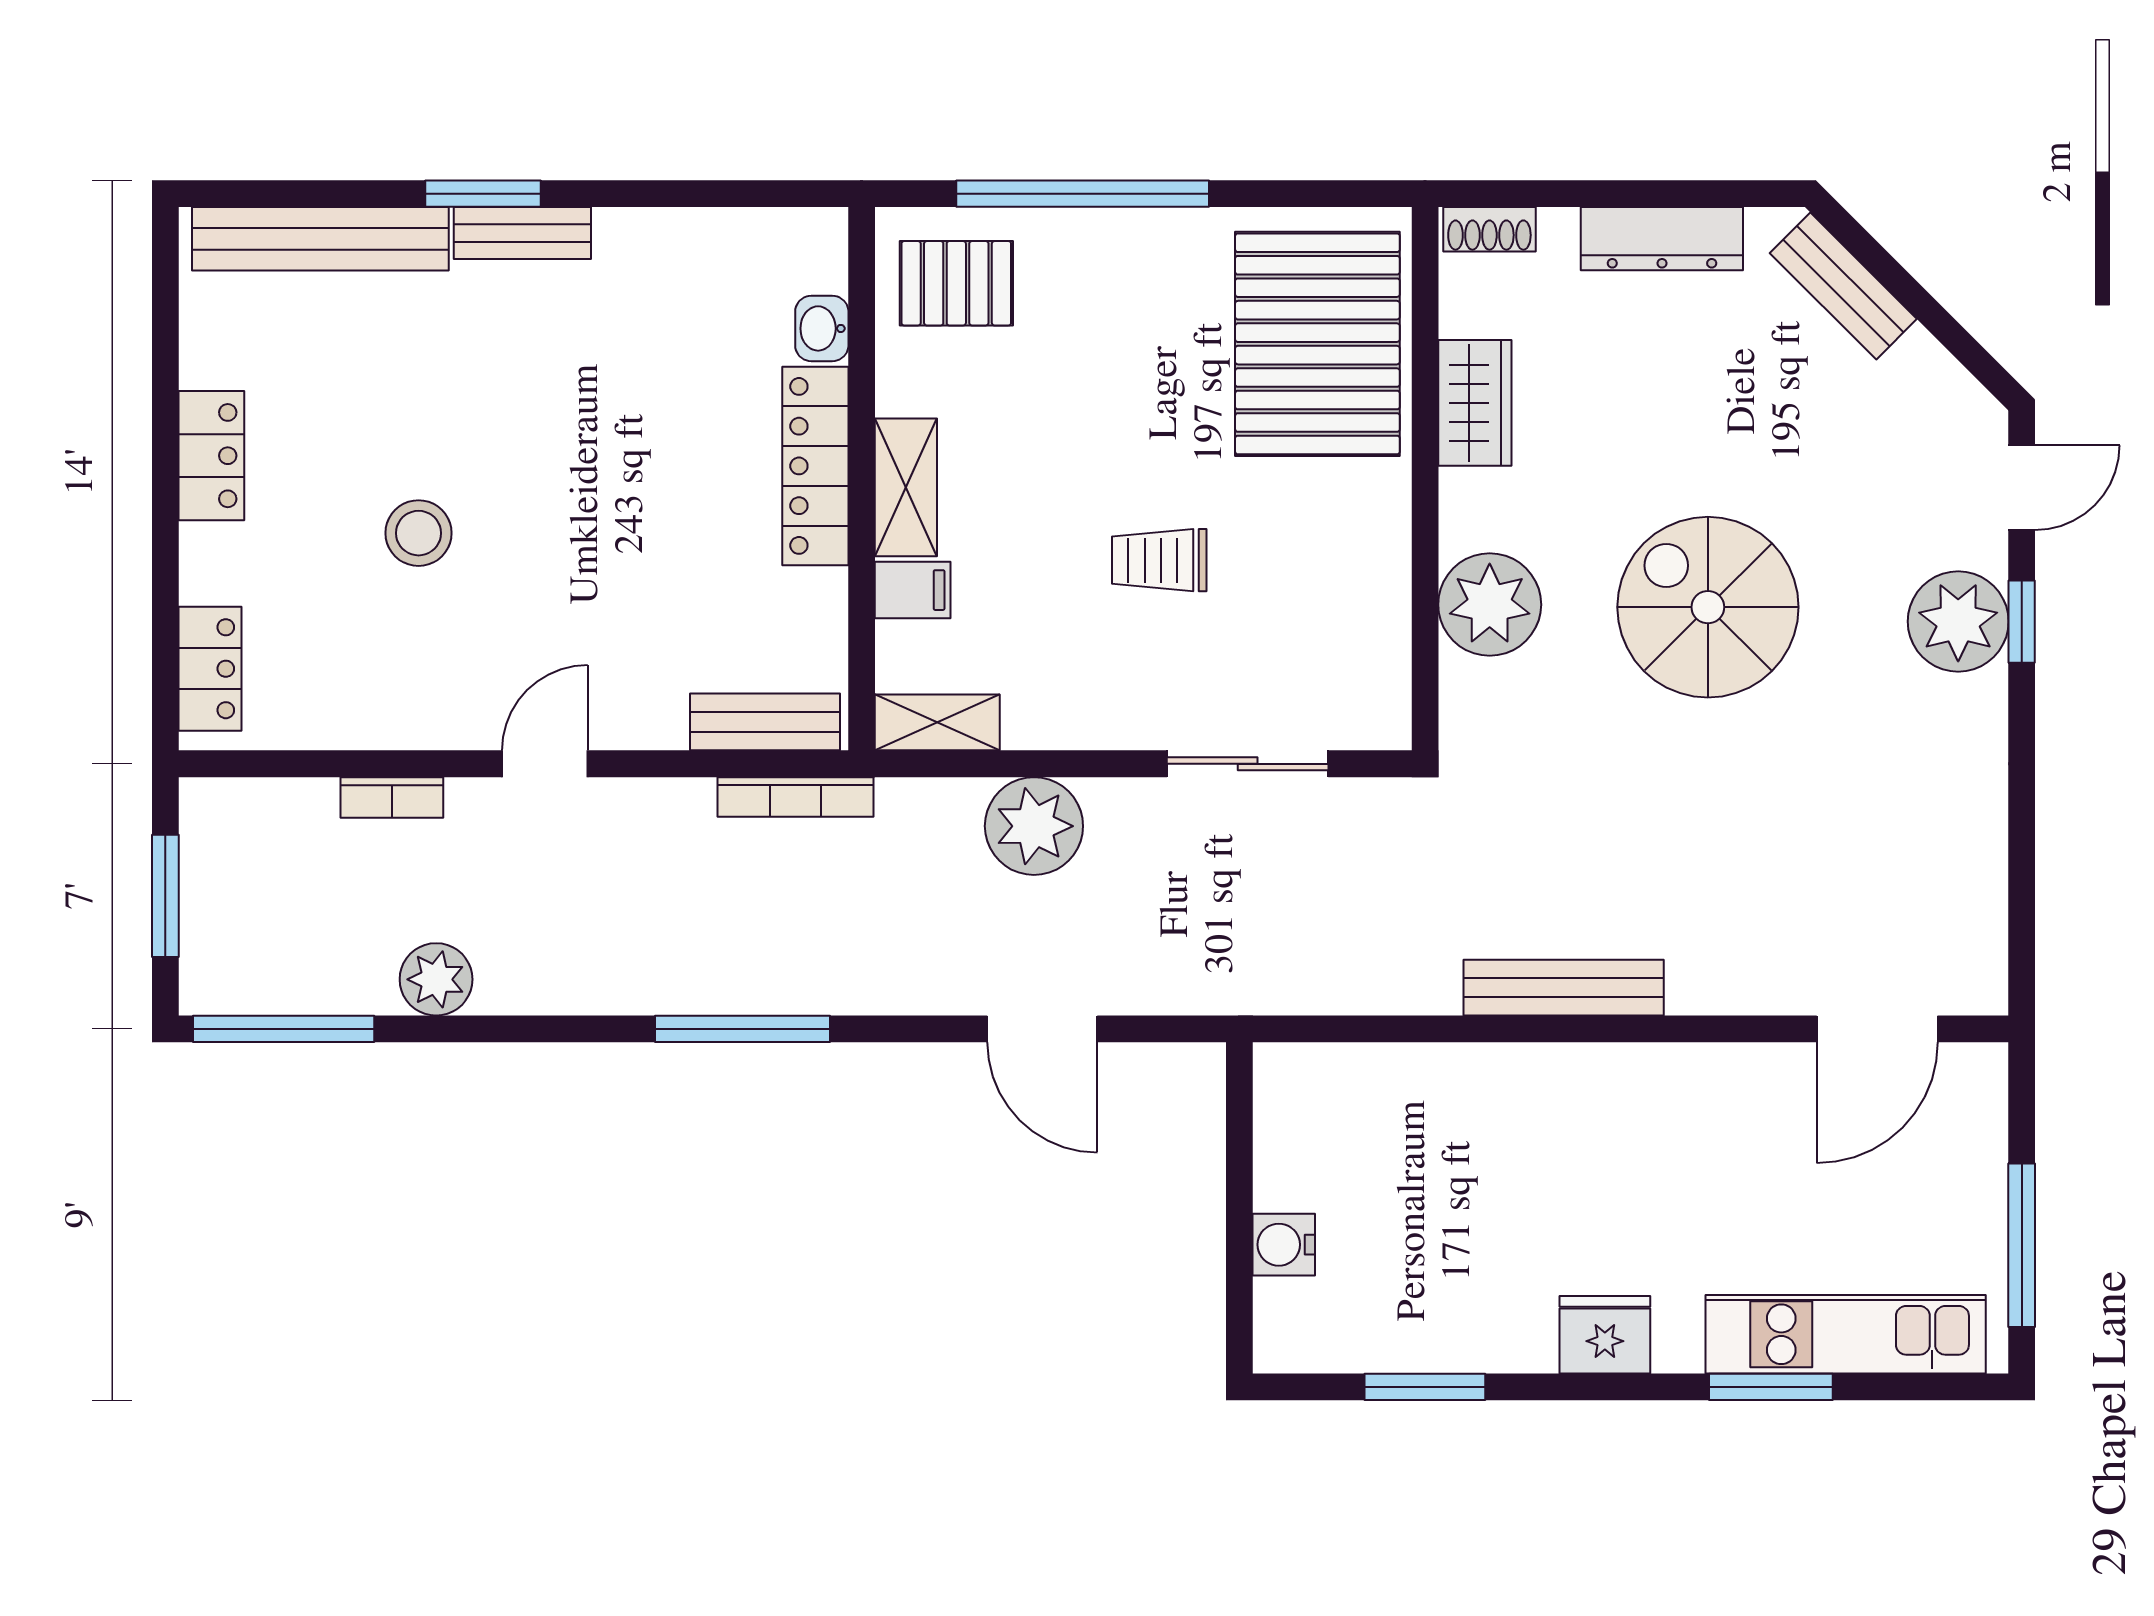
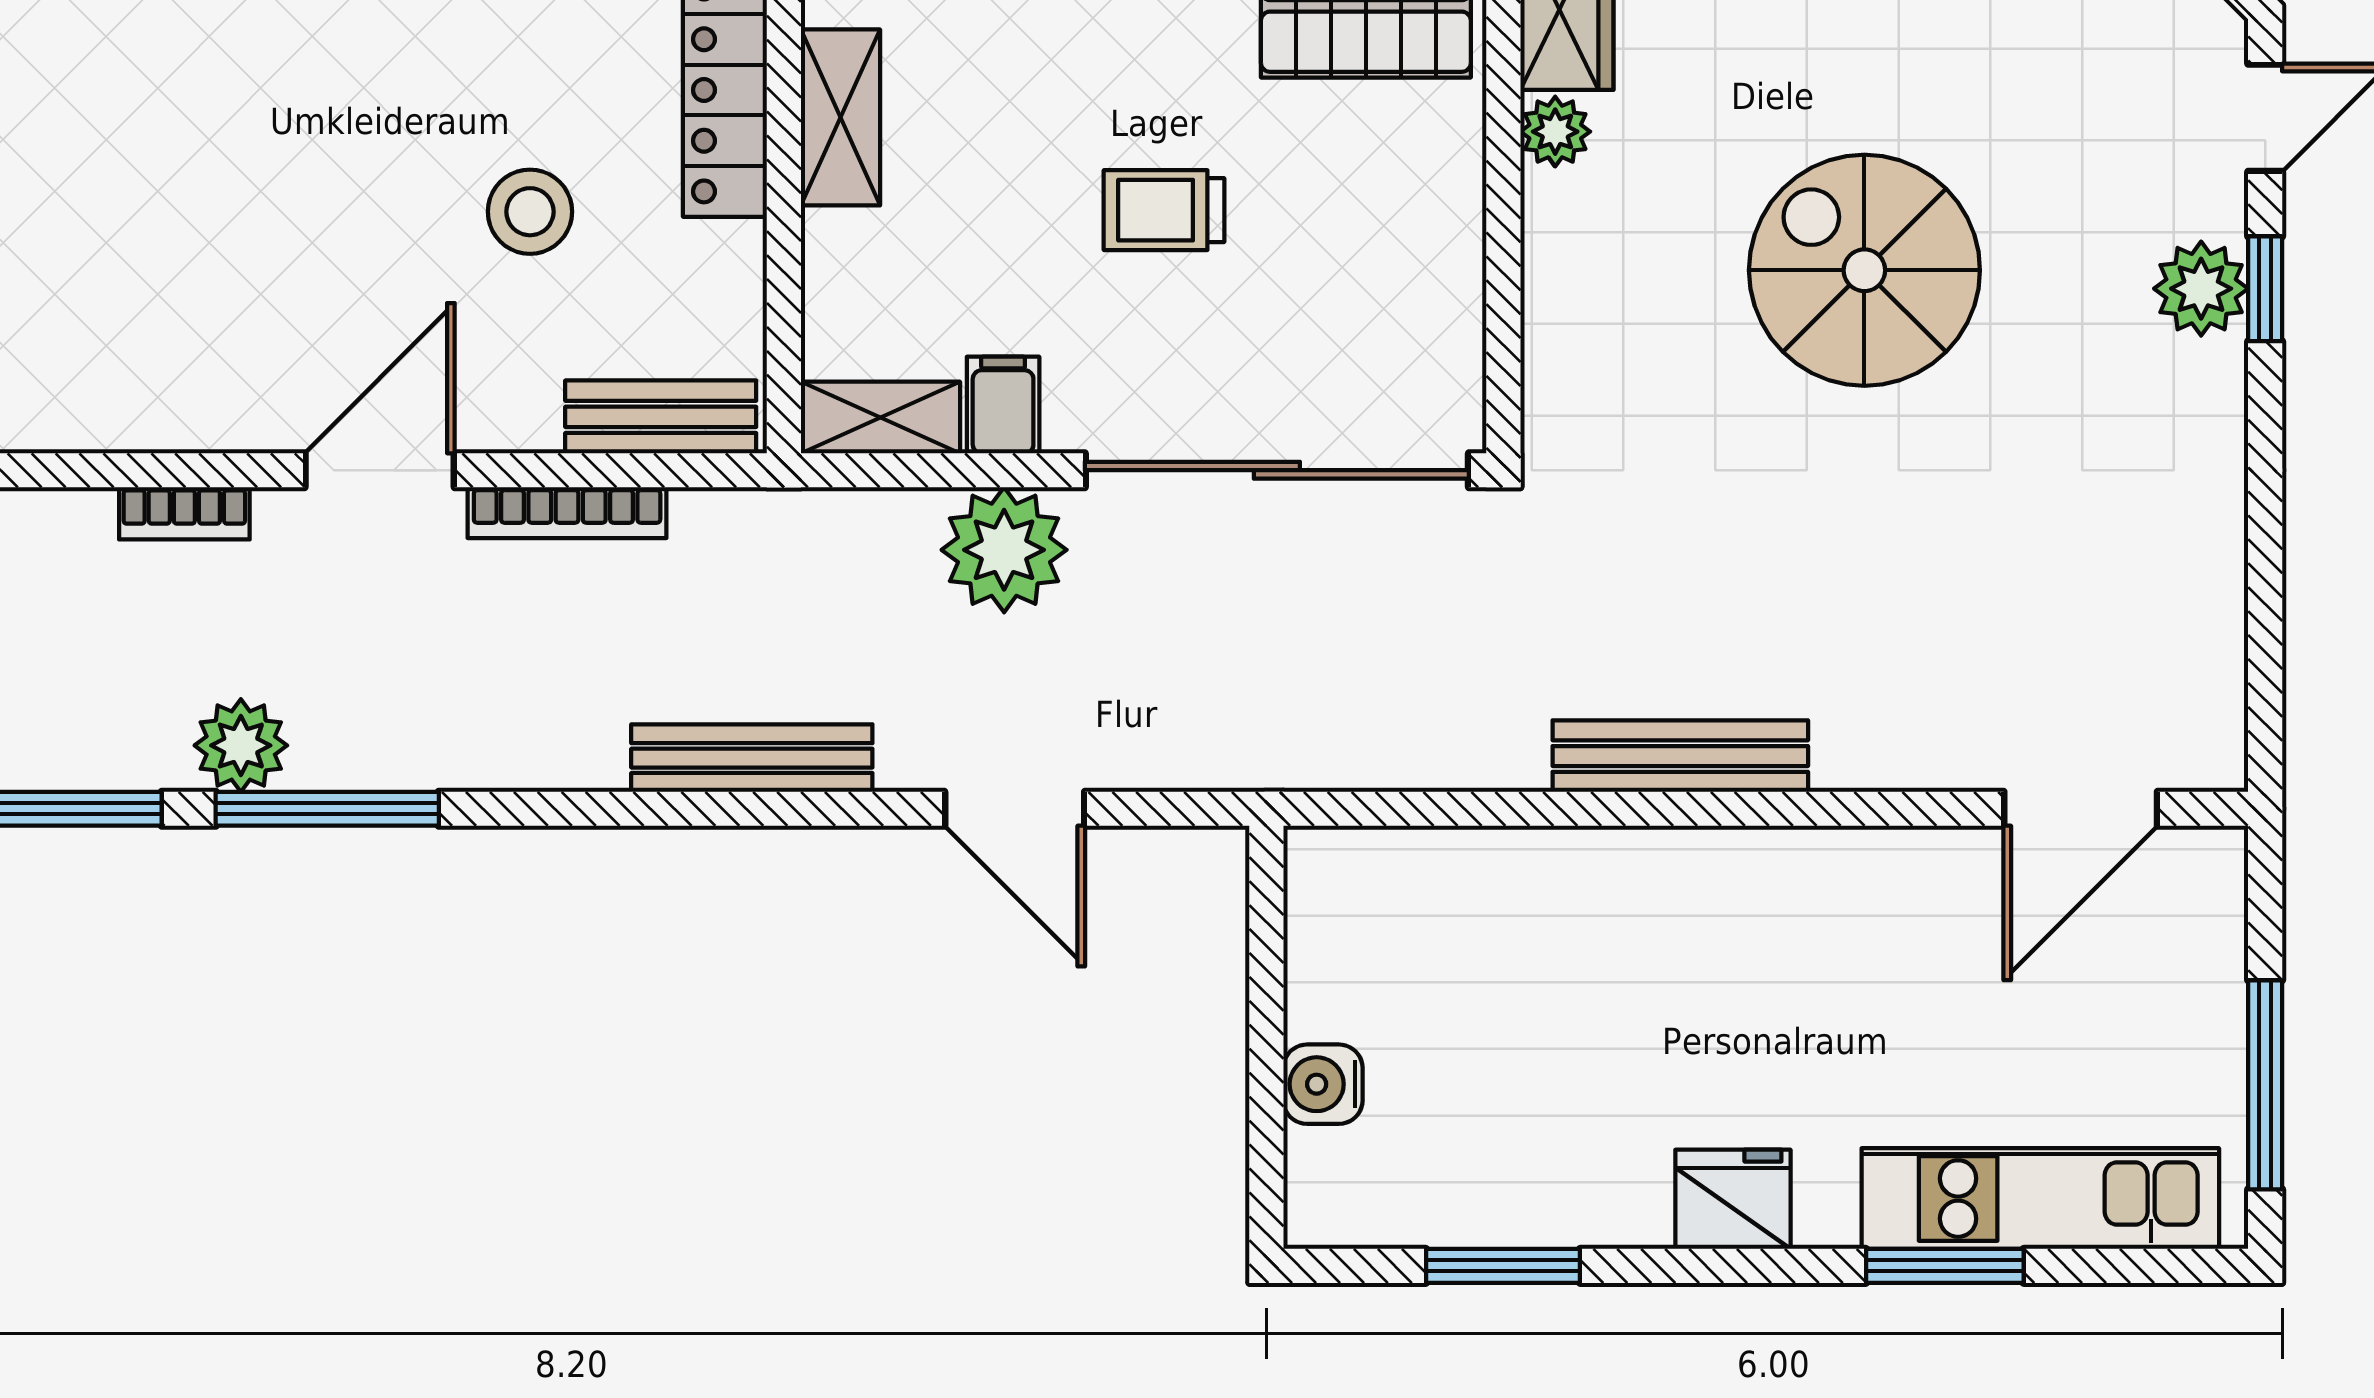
stool: (419, 533) -> (530, 212), moved
filing cabinet: (913, 590) -> (1003, 405), moved, turned -90
plant: (1490, 605) -> (1555, 132), moved, width x0.53, depth x0.53
plant: (1958, 621) -> (2201, 289), width x0.73, depth x0.73
door: (545, 764) -> (380, 470), width x1.38
sliding door: (1248, 764) -> (1277, 470), width x1.86
bookcase: (795, 797) -> (567, 513), moved
bench: (836, 989) -> (752, 758), added
window: (743, 1029) -> (327, 809), moved

